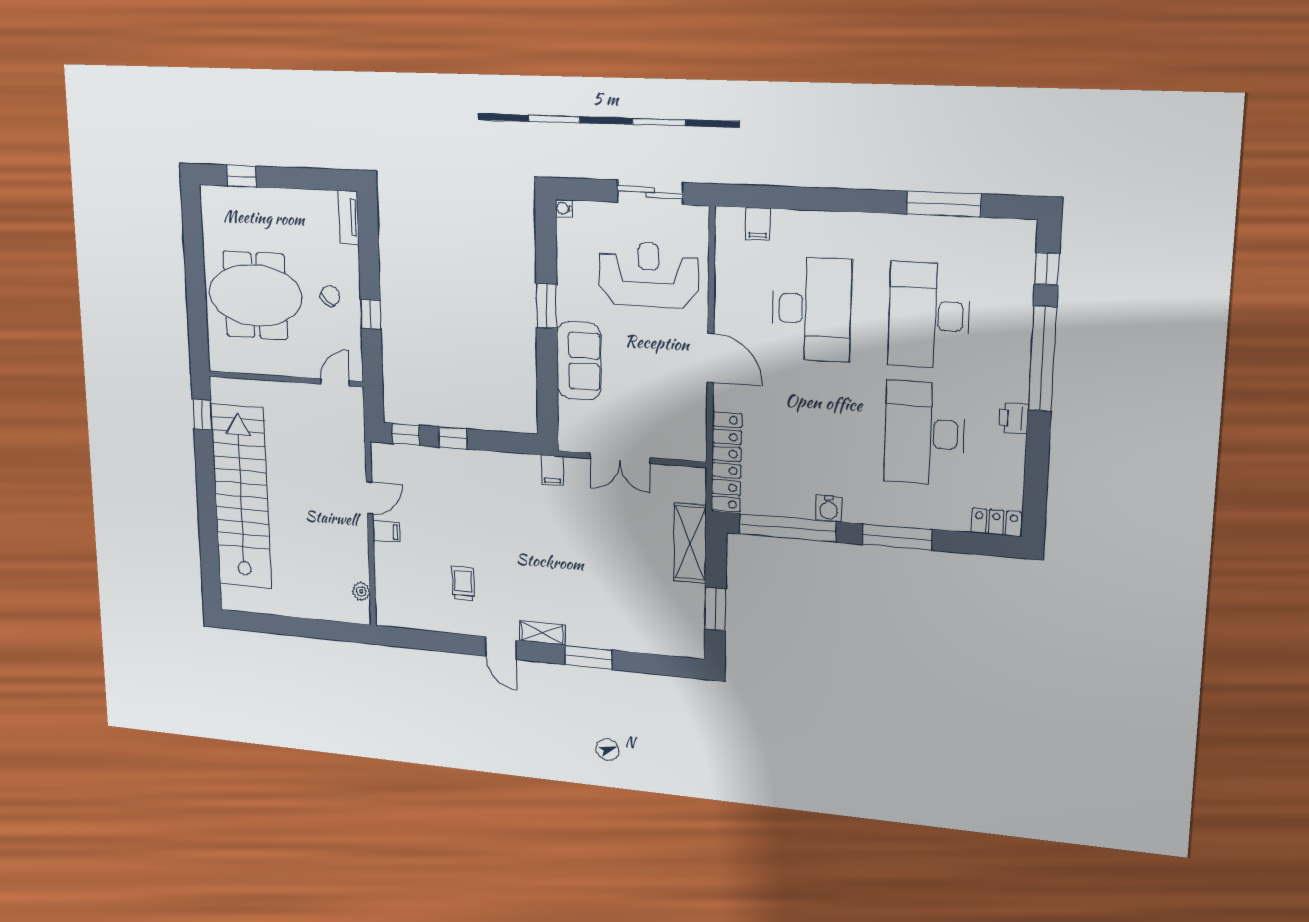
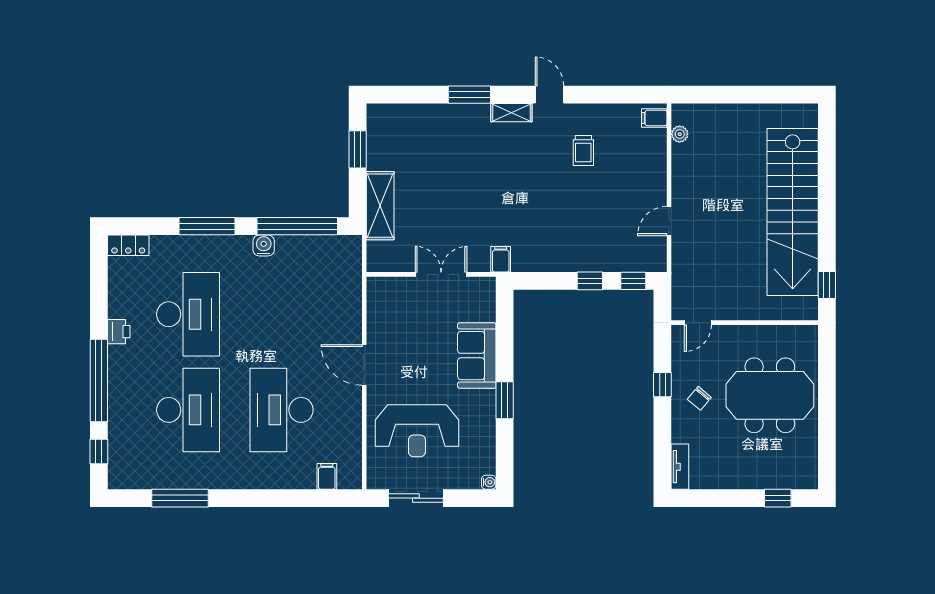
locker: (726, 462) -> (350, 278), removed
filing cabinet: (386, 531) -> (654, 118), moved

